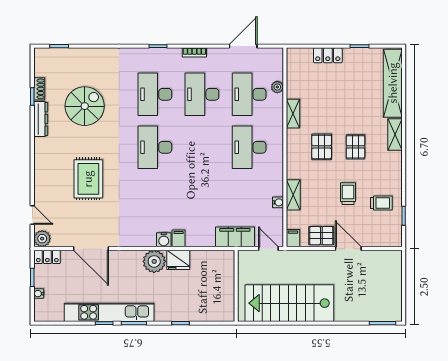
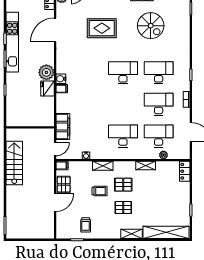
locker: (328, 55) -> (185, 171), moved
trolley: (348, 194) -> (99, 191), moved
shelving: (293, 195) -> (103, 166), moved
stairs: (289, 303) -> (14, 163), width x0.73, depth x0.66

